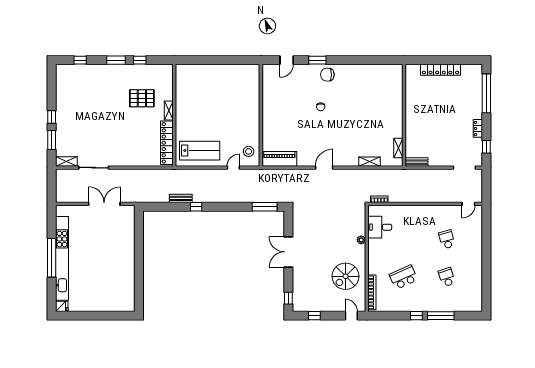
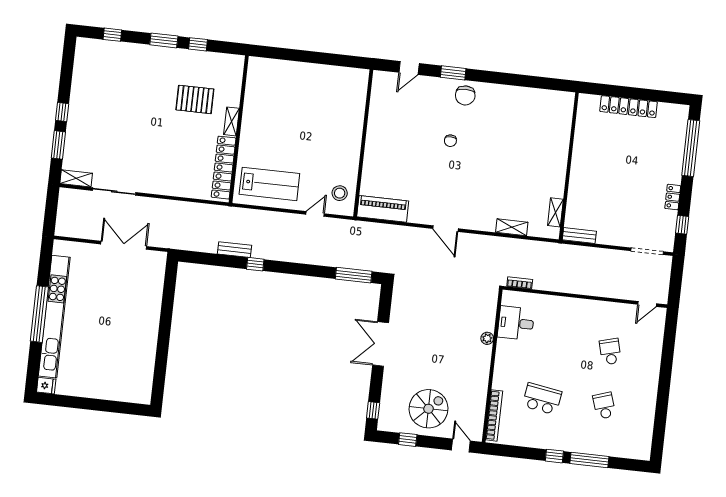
chair: (327, 75) -> (465, 95), turned -90
door: (324, 168) -> (445, 229), swing flipped
spiral stairs: (346, 276) -> (429, 409), moved, turned 180
school desk: (403, 277) -> (542, 399), turned 33

